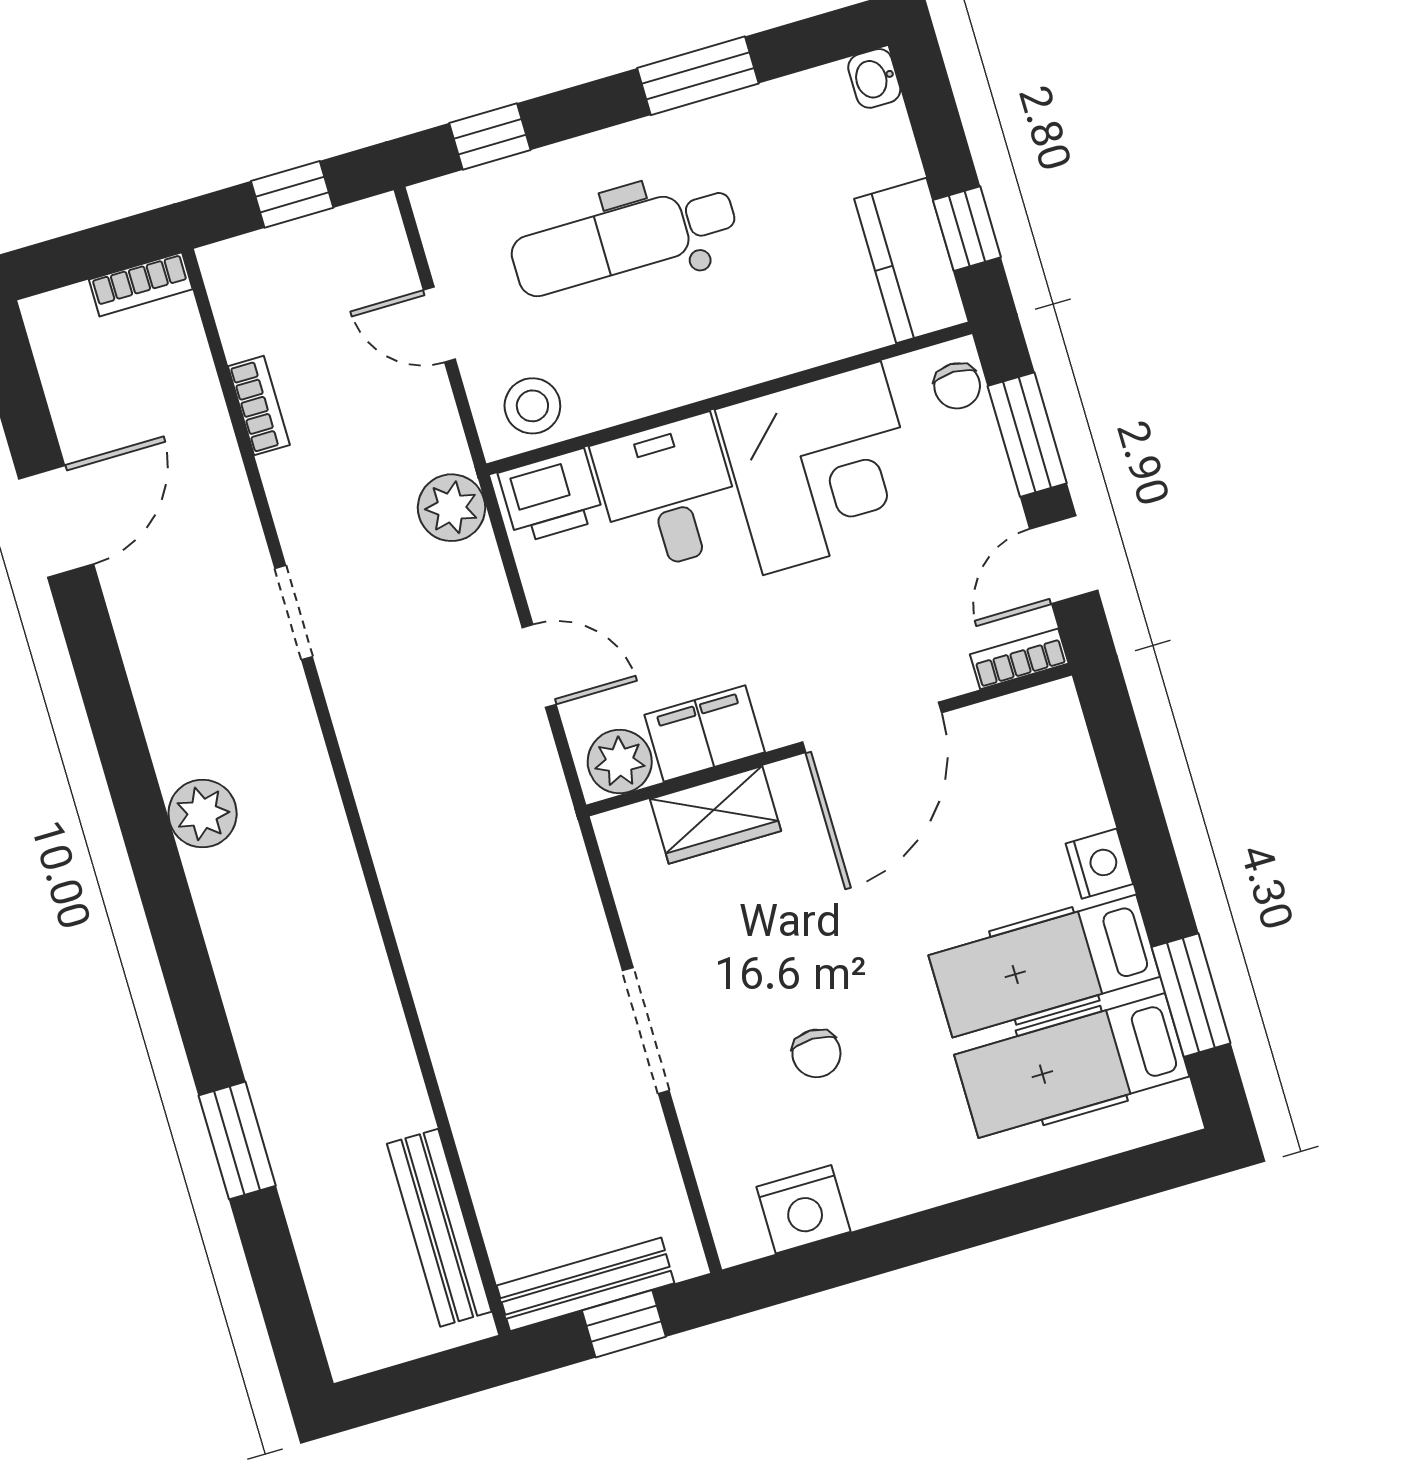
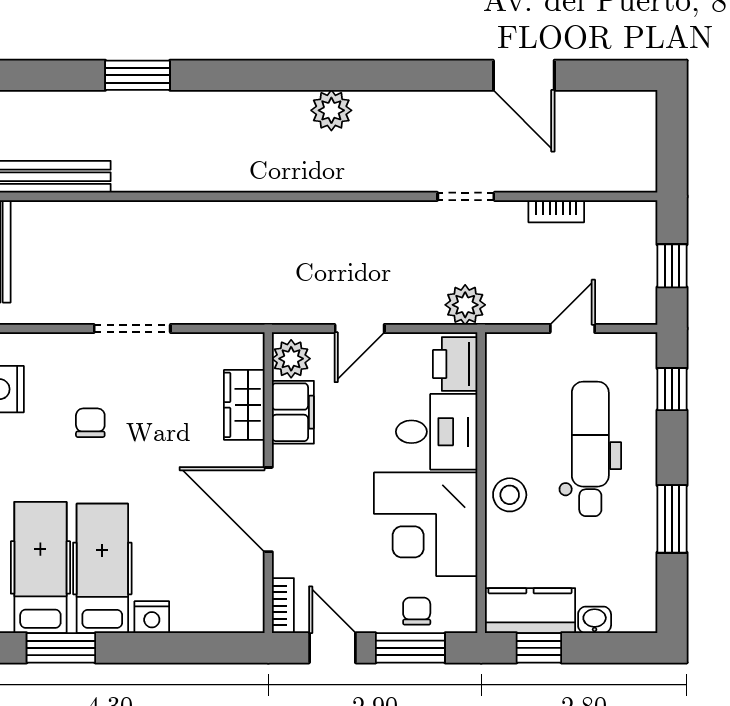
washbasin: (874, 78) -> (595, 620), moved
bookcase: (141, 284) -> (646, 164), removed
chair: (957, 386) -> (417, 611), moved, turned 90
stool: (532, 406) -> (510, 495), moved
doorway: (294, 613) -> (466, 196), moved
chair: (816, 1053) -> (90, 423), turned 90

